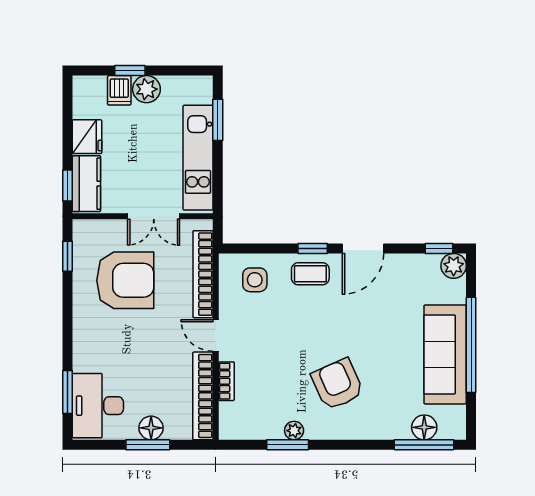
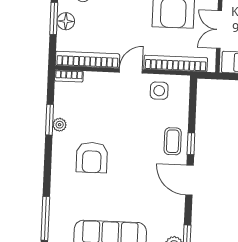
side table: (255, 280) -> (159, 91), moved
bookcase: (226, 381) -> (69, 76), moved
armchair: (337, 384) -> (92, 158), turned 114
floor lamp: (424, 427) -> (58, 219), removed

